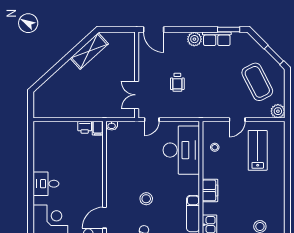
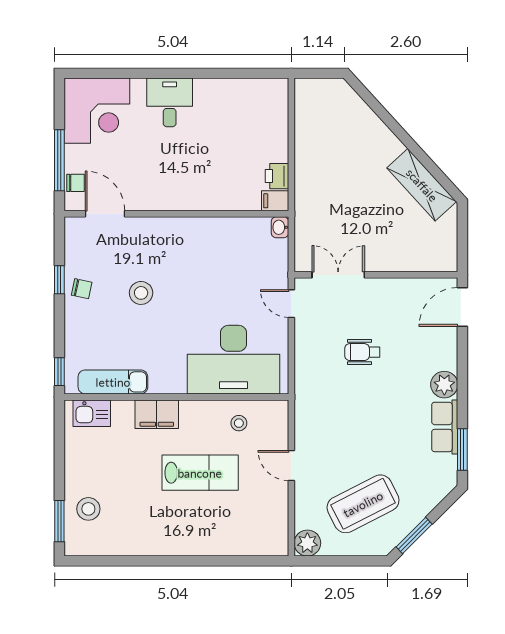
lab bench: (258, 150) -> (200, 473), moved

